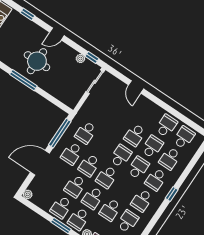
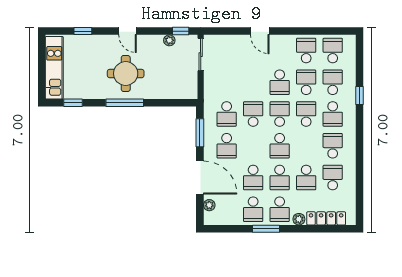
door: (57, 34) -> (127, 31), hinge flipped
door: (136, 87) -> (260, 31), moved
window: (60, 133) -> (200, 133), width x0.69
school desk: (170, 158) -> (333, 82), turned 180
door: (40, 163) -> (200, 178), swing flipped
school desk: (89, 165) -> (253, 114), moved, turned 180
plant: (28, 194) -> (209, 205), moved
window: (172, 194) -> (359, 95), moved
school desk: (142, 200) -> (333, 146), turned 180

